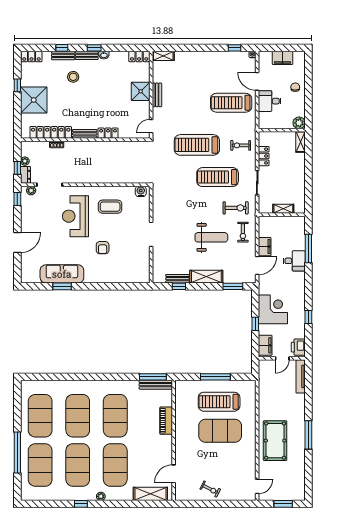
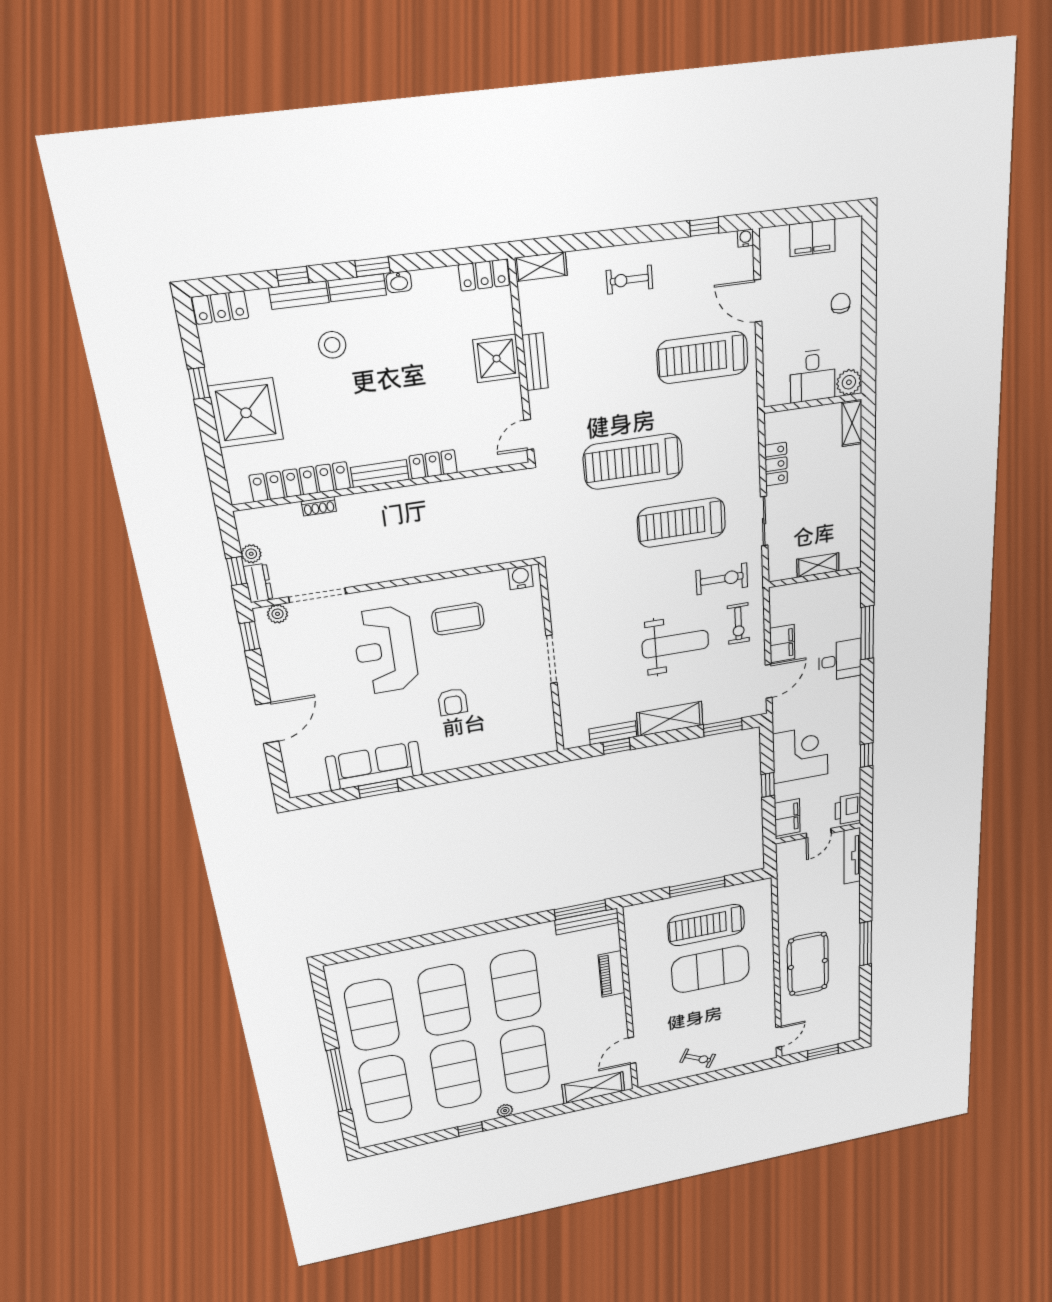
desk: (270, 101) -> (813, 376), moved, turned -90
exercise bike: (241, 145) -> (629, 280), moved

